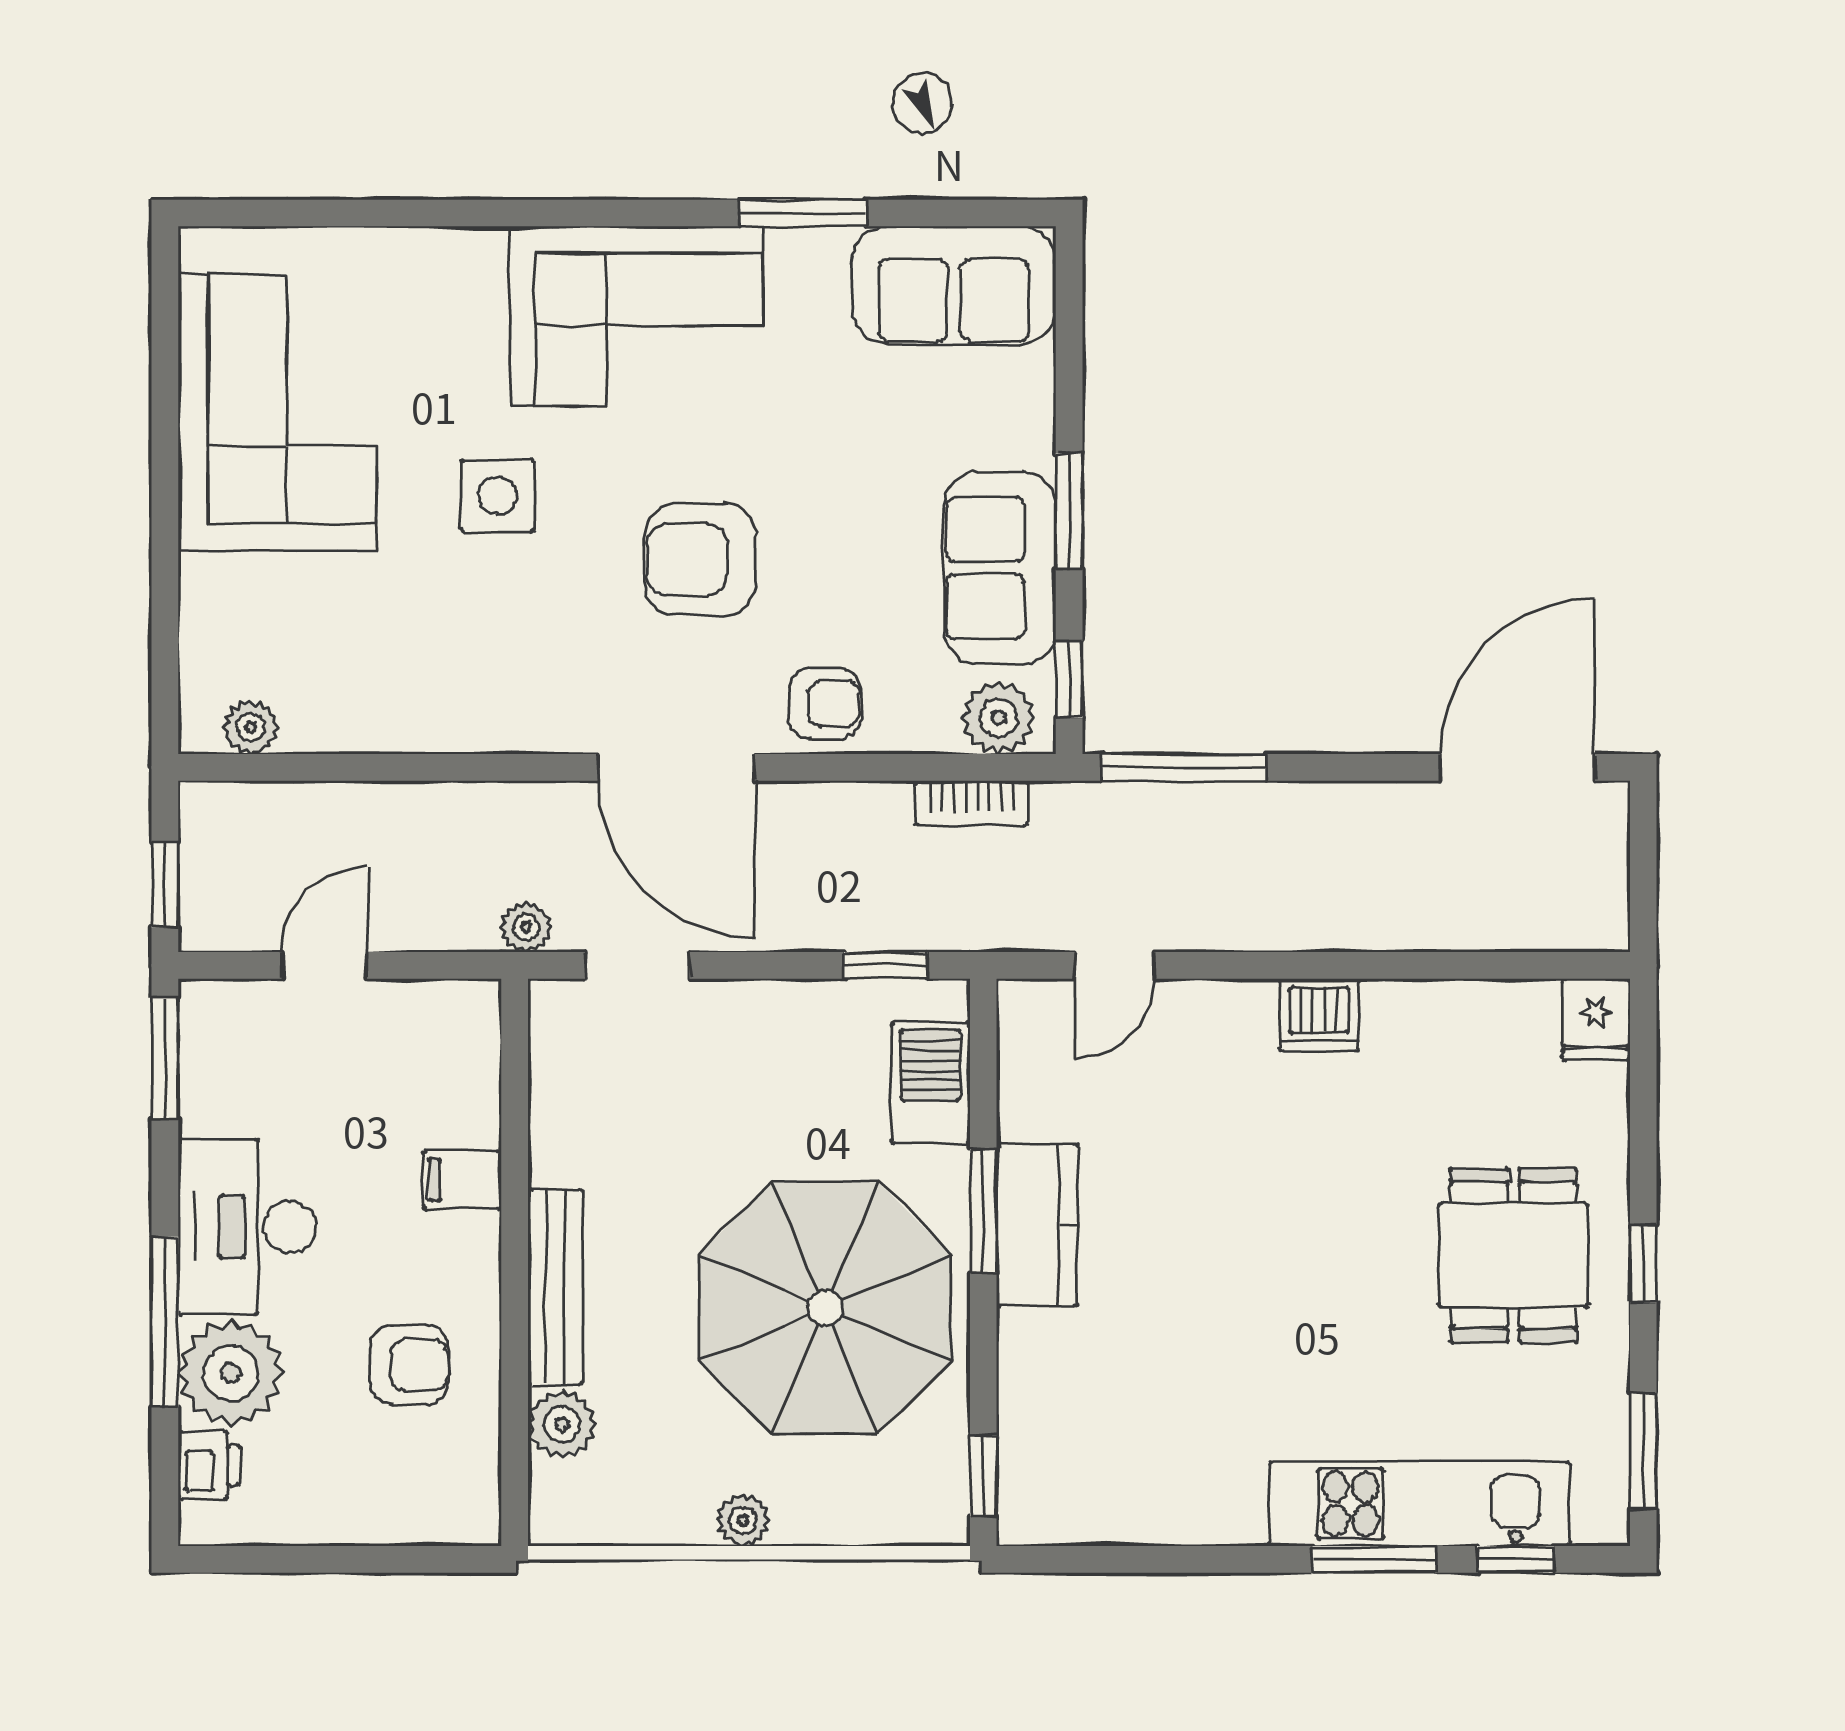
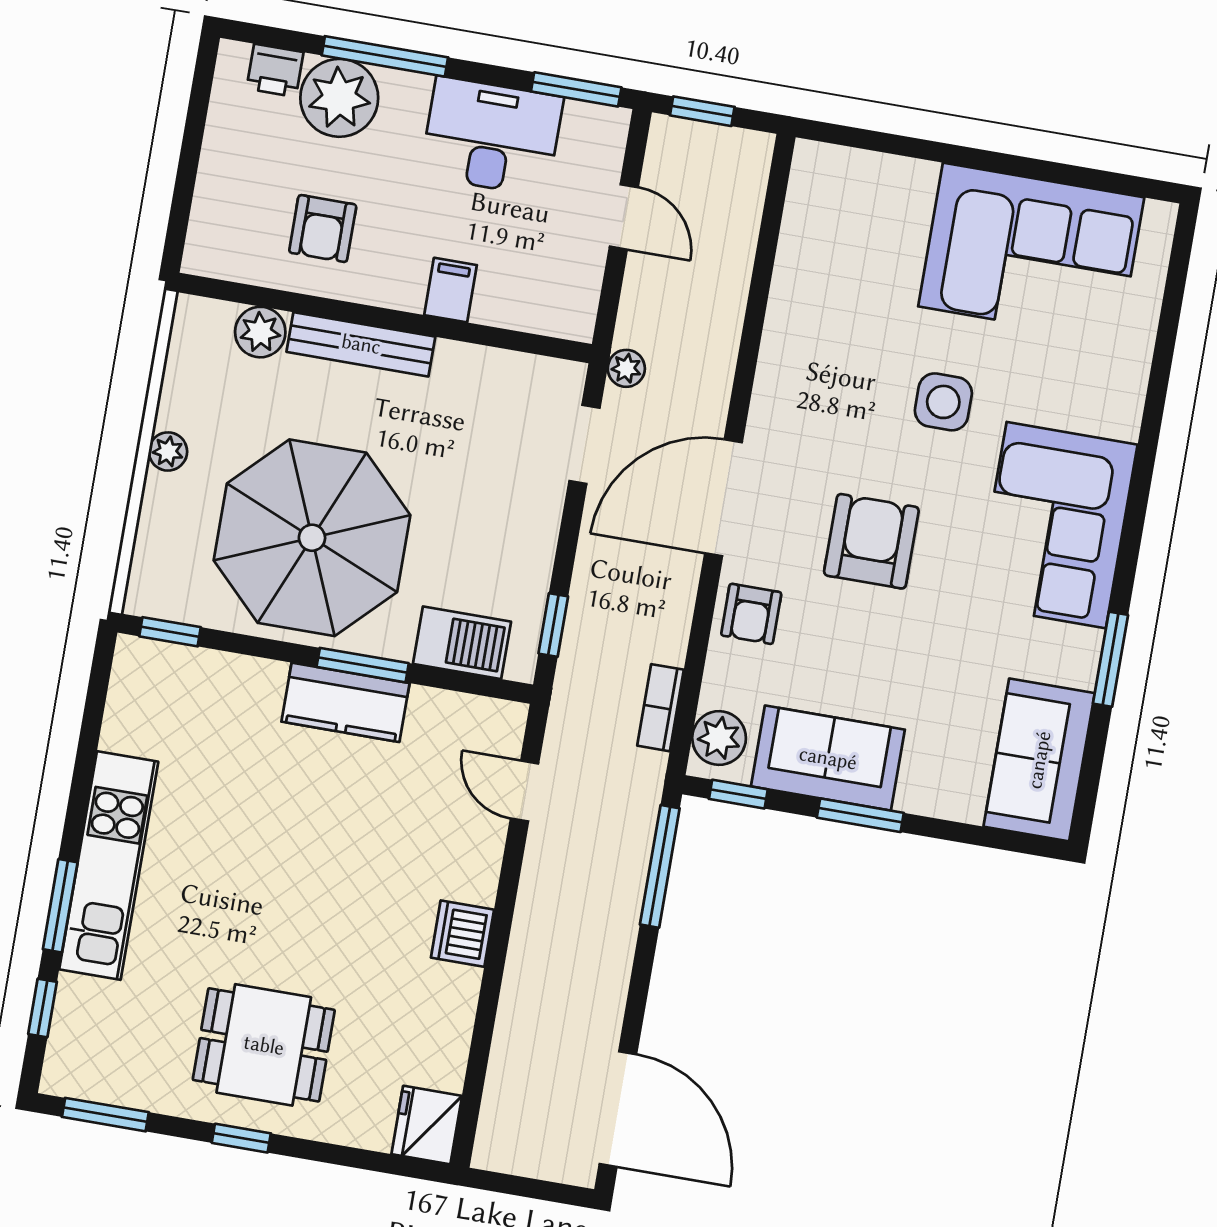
plant: (251, 727) -> (806, 193), removed
fridge: (1596, 1019) -> (427, 1125), width x1.38
desk: (247, 1227) -> (492, 136), moved
kitchen unit: (1419, 1504) -> (109, 865), moved

